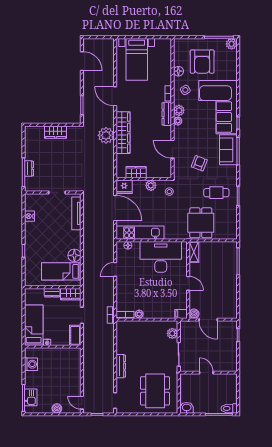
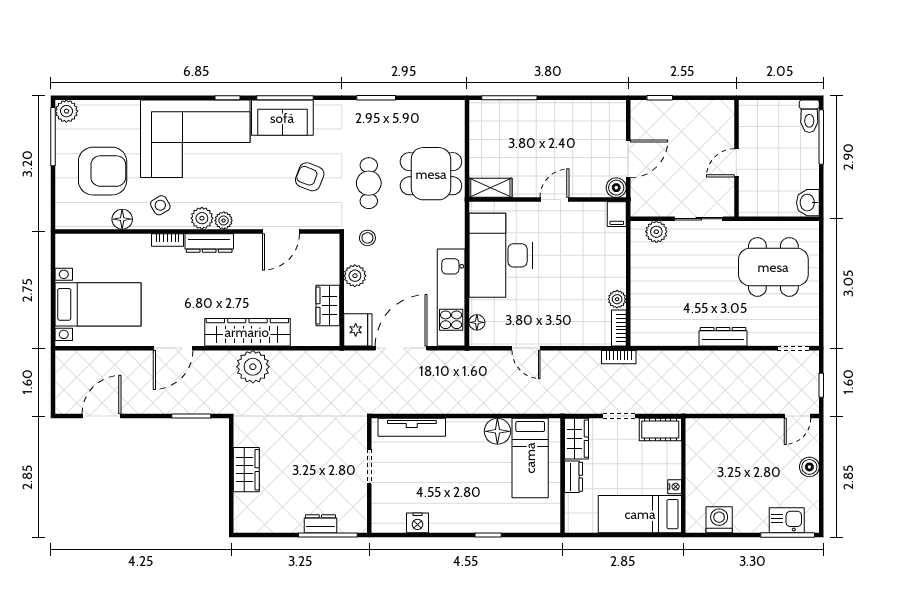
cafe table: (216, 193) -> (369, 183), moved

